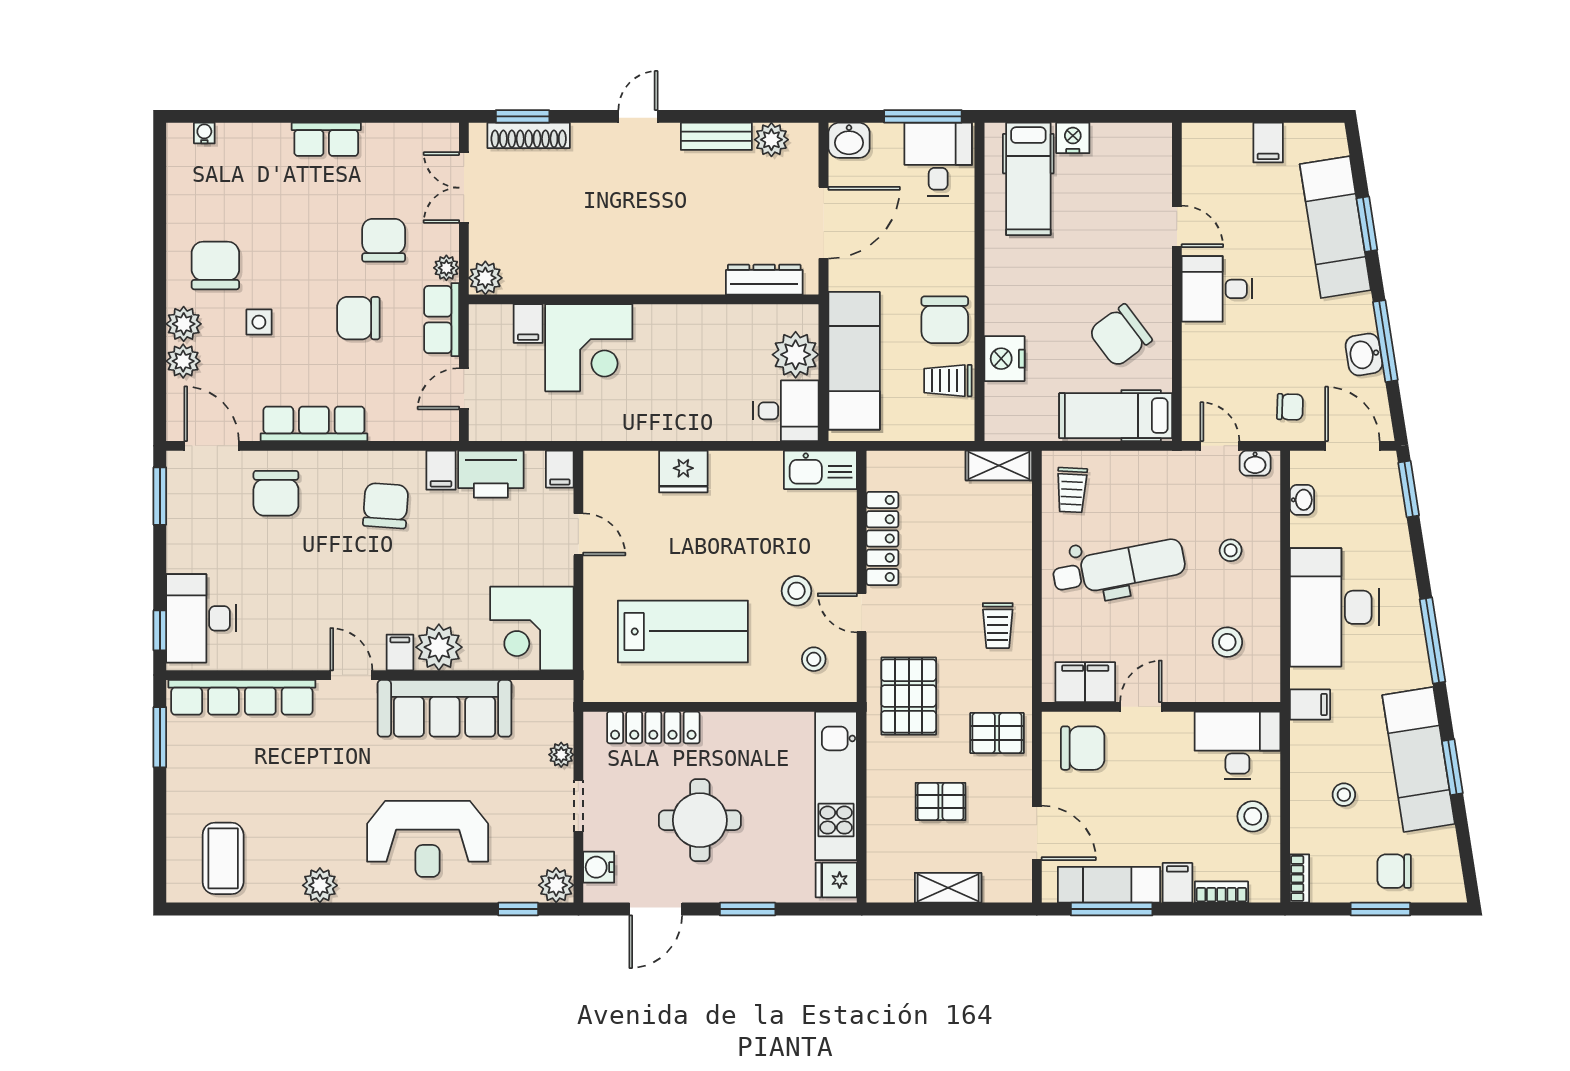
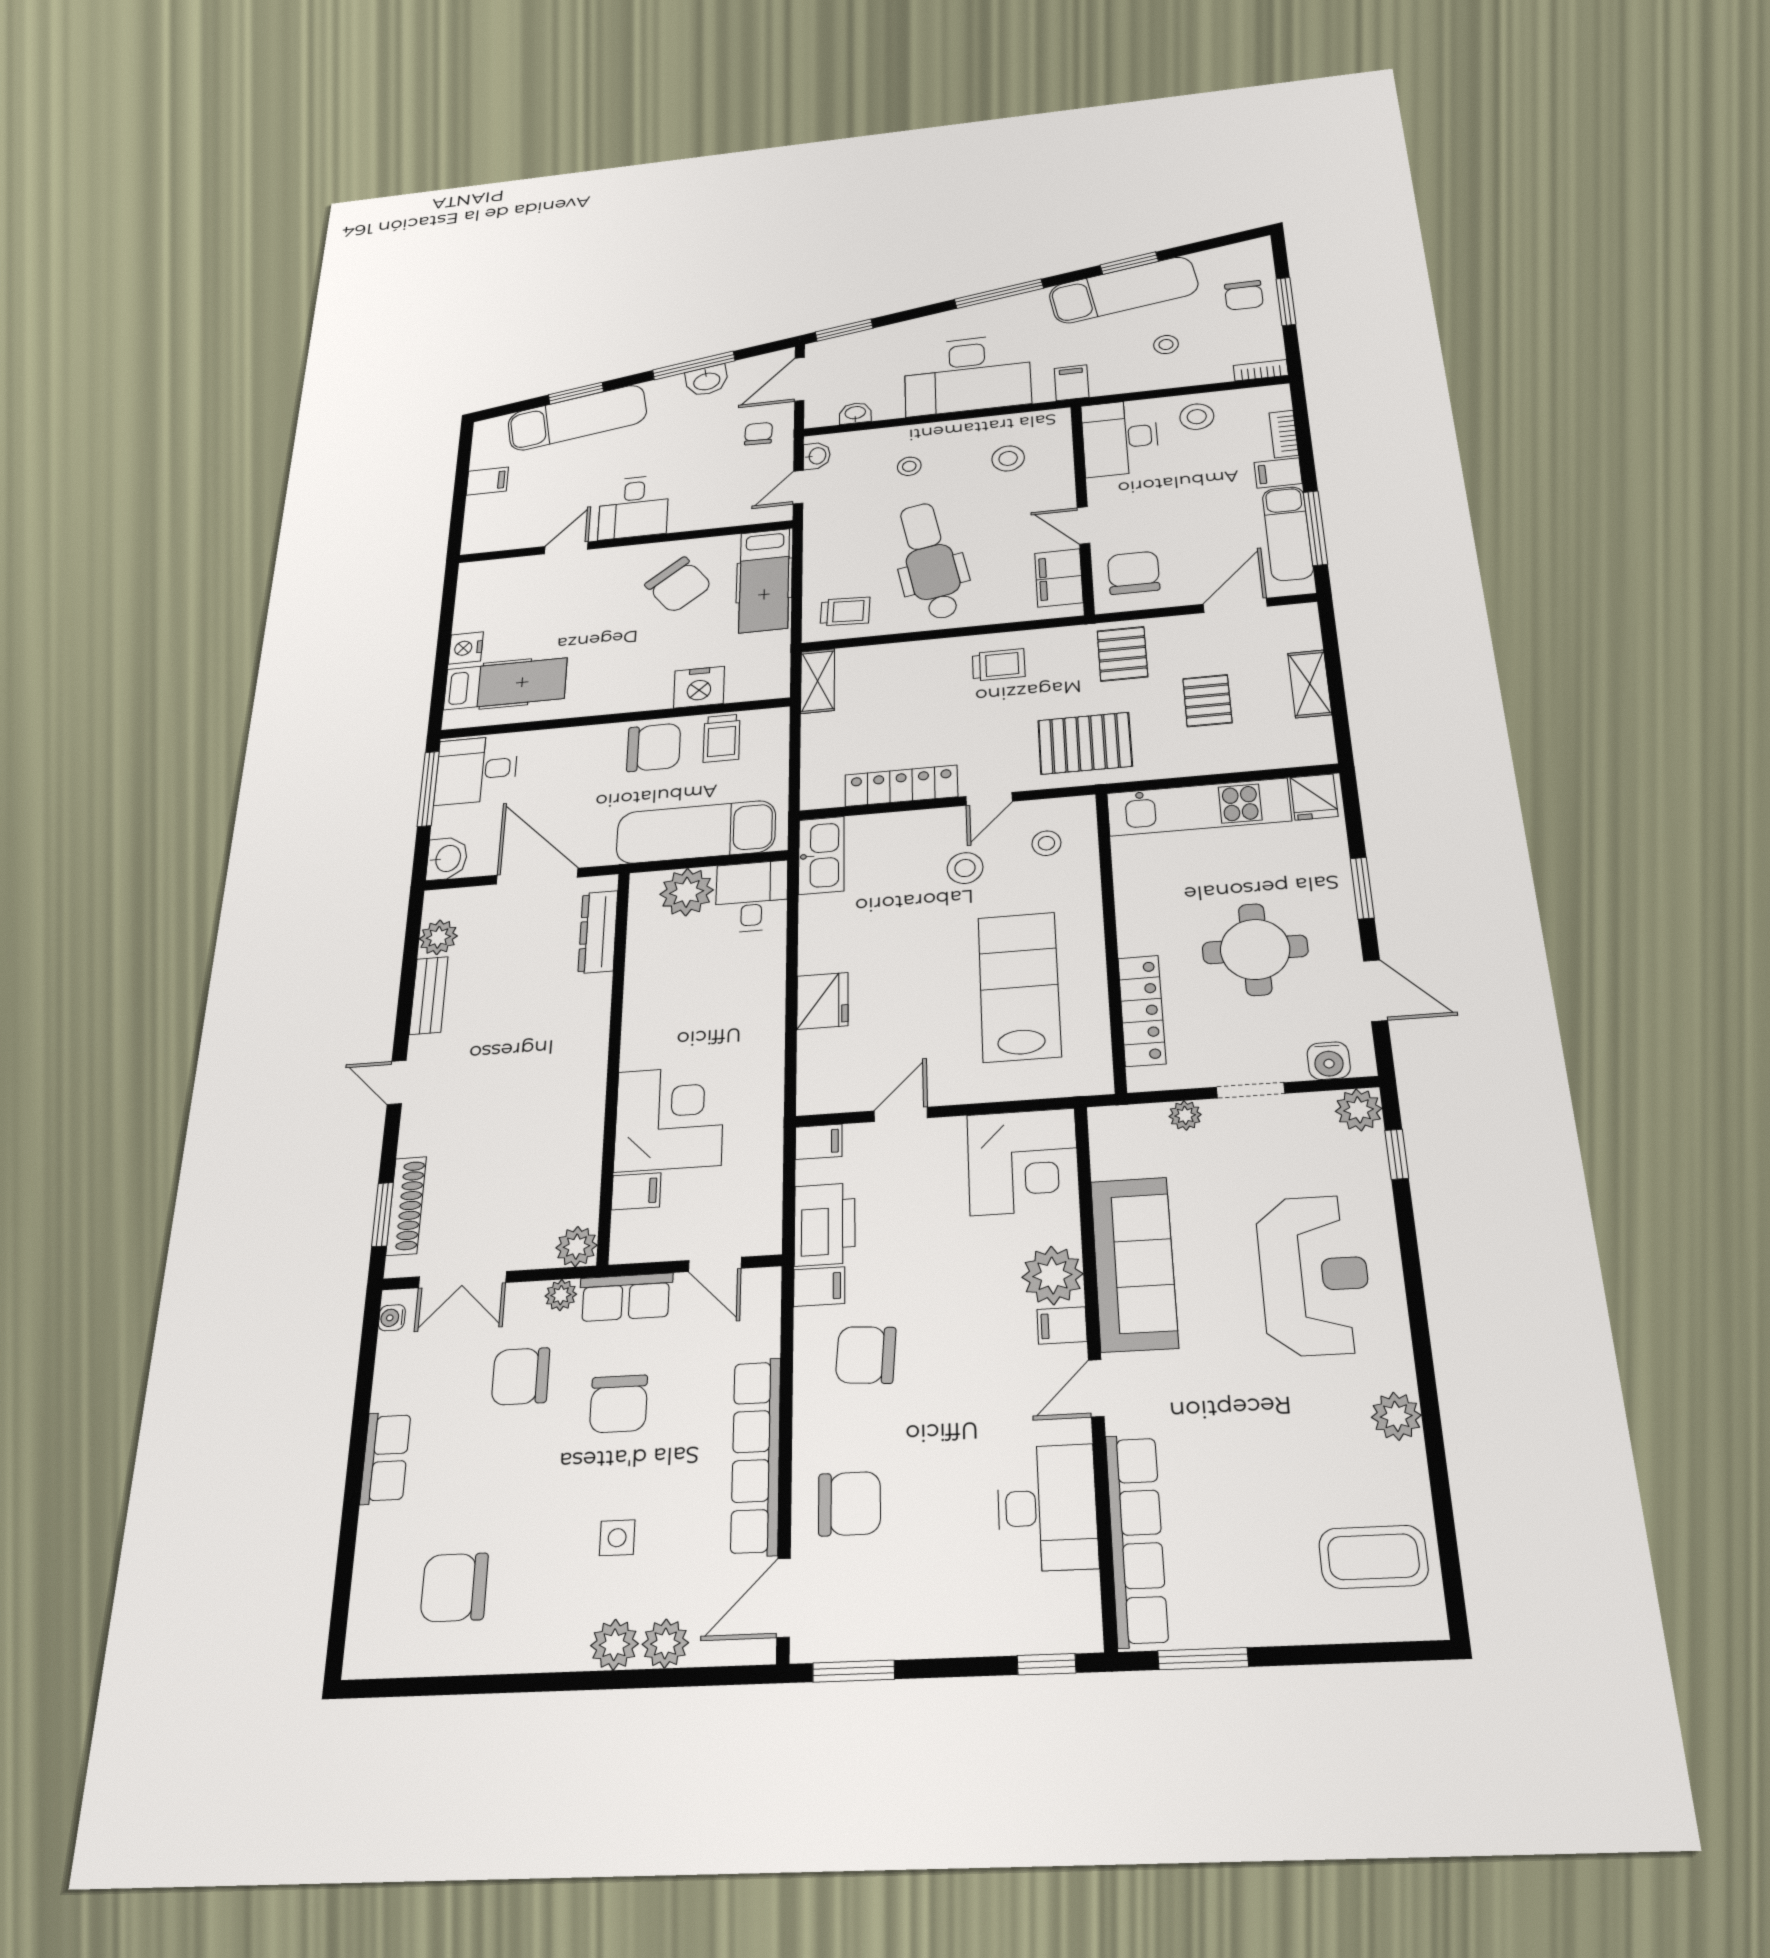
water cooler: (204, 133) -> (392, 1318), moved
chair: (215, 265) -> (454, 1587), moved
row of seats: (314, 424) -> (756, 1456), width x1.36
desk: (201, 618) -> (1047, 1508), moved, turned -90

